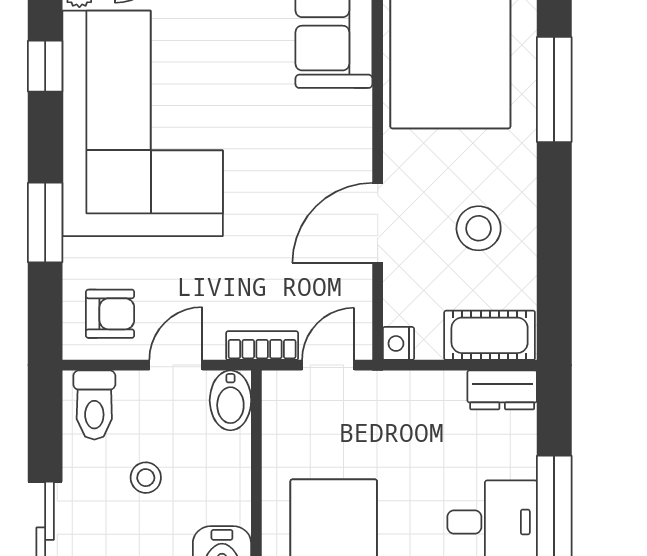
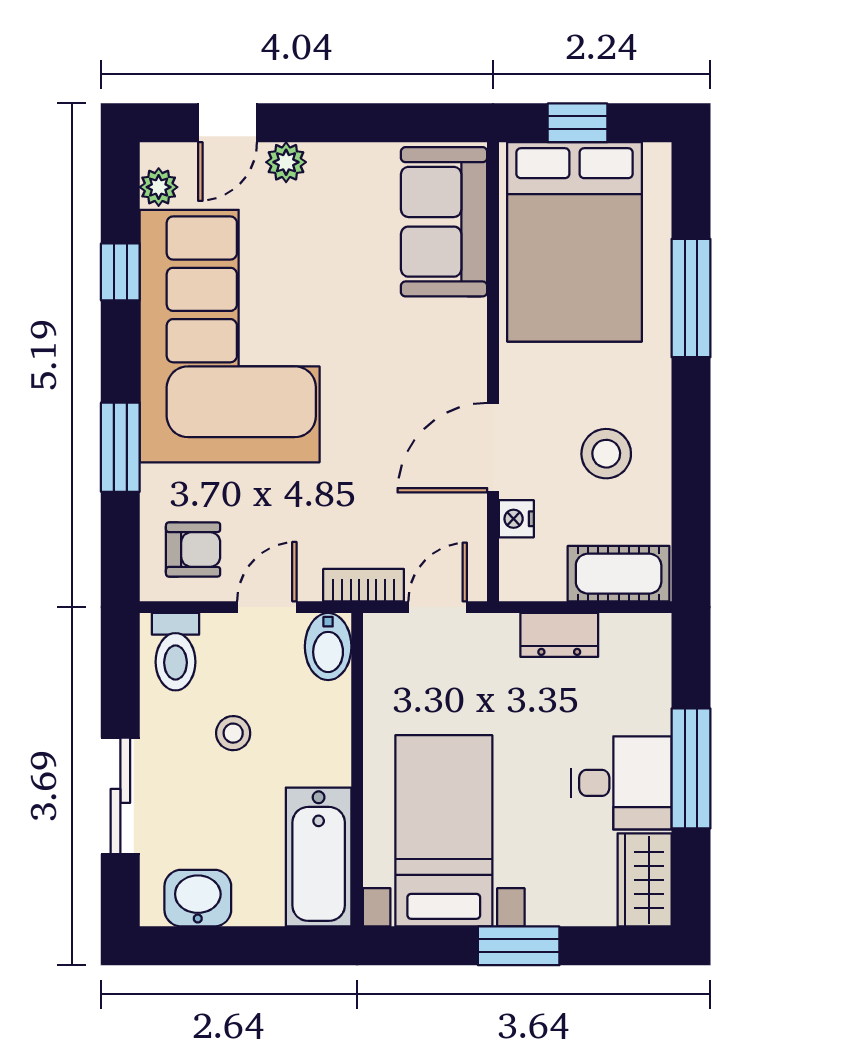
nightstand: (398, 343) -> (516, 519), moved
dresser: (502, 390) -> (559, 635), moved

